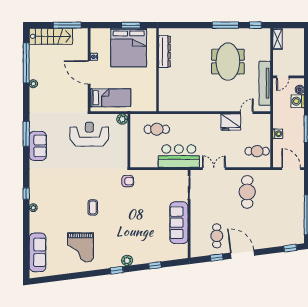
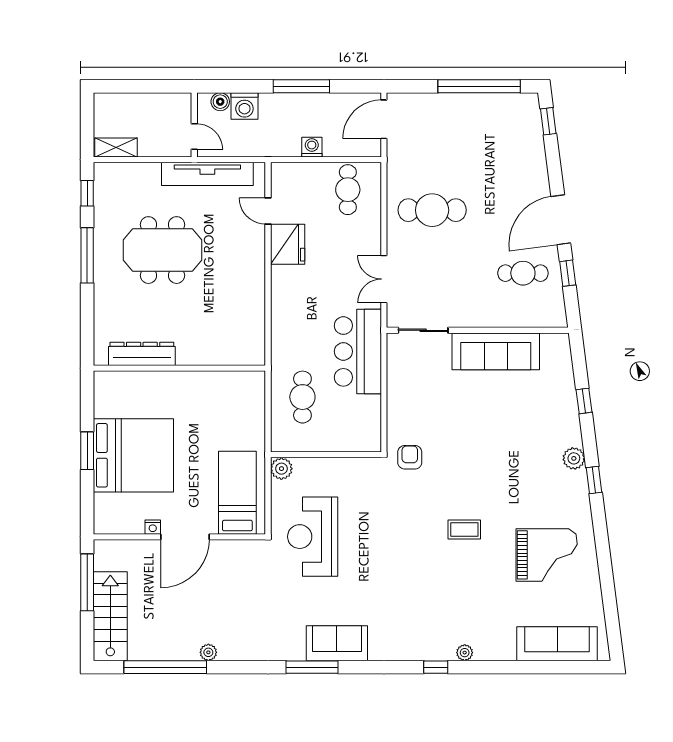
dresser: (164, 52) -> (142, 354), moved
wall: (158, 70) -> (179, 368), moved

